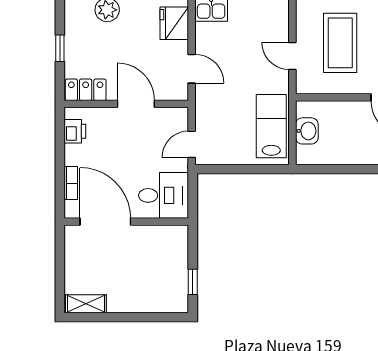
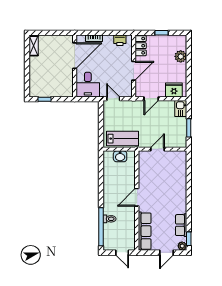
coffee table: (340, 43) -> (164, 173), removed

